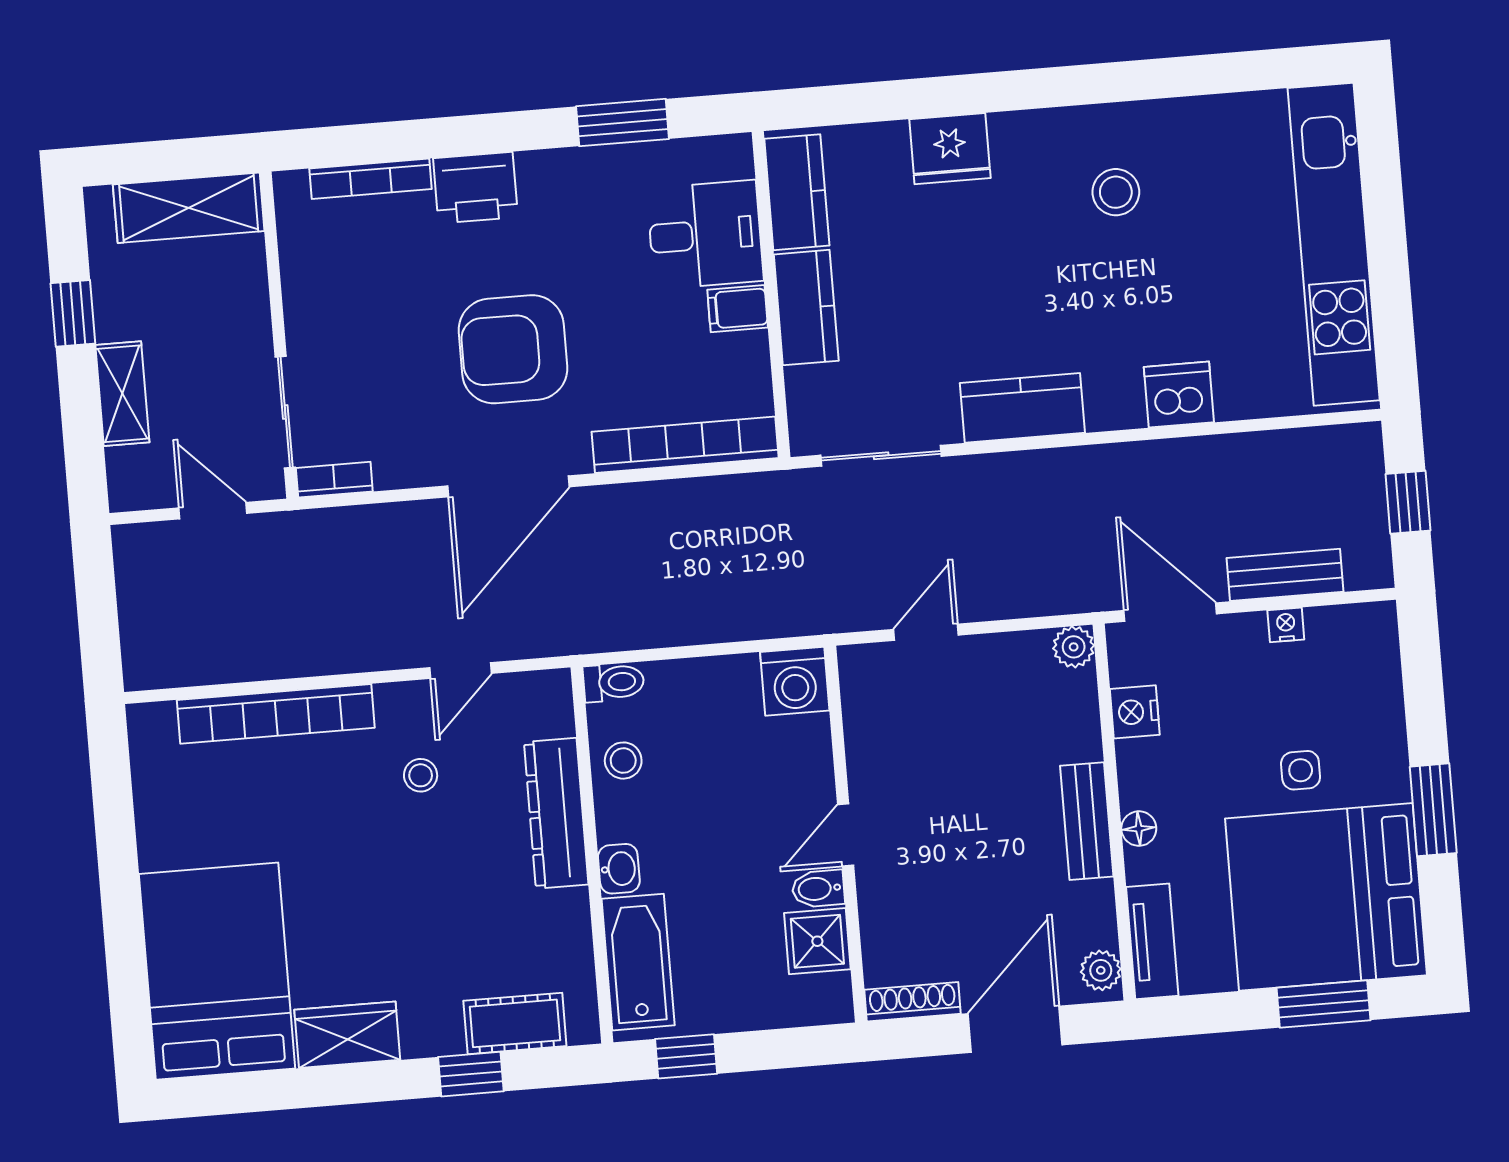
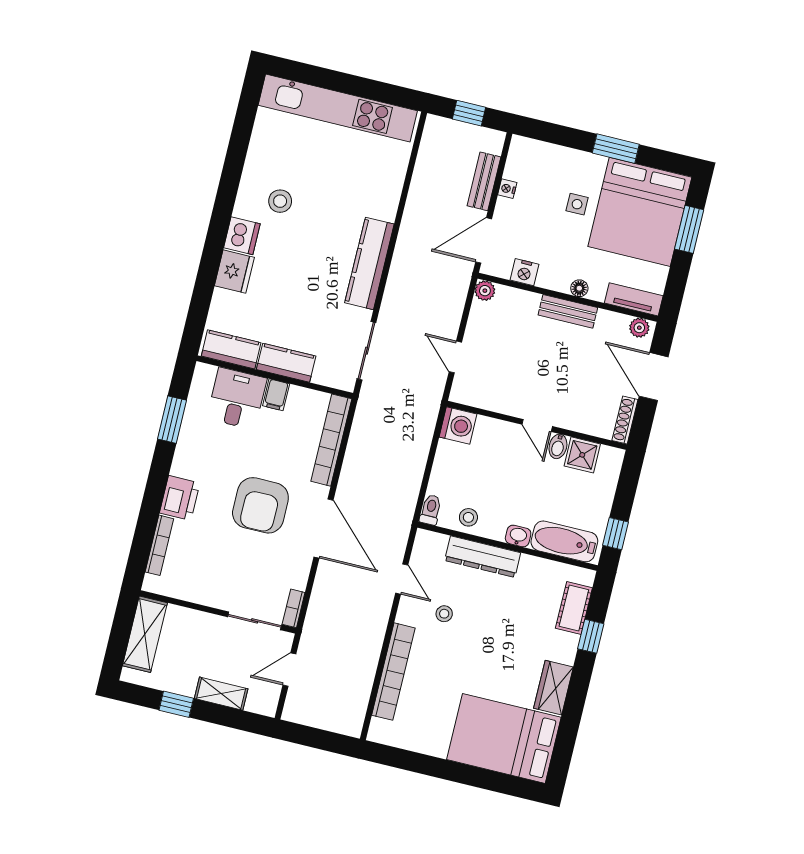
dishwasher: (1179, 395) -> (242, 236), moved, turned 180
kitchen counter: (1022, 408) -> (369, 263), width x1.50

